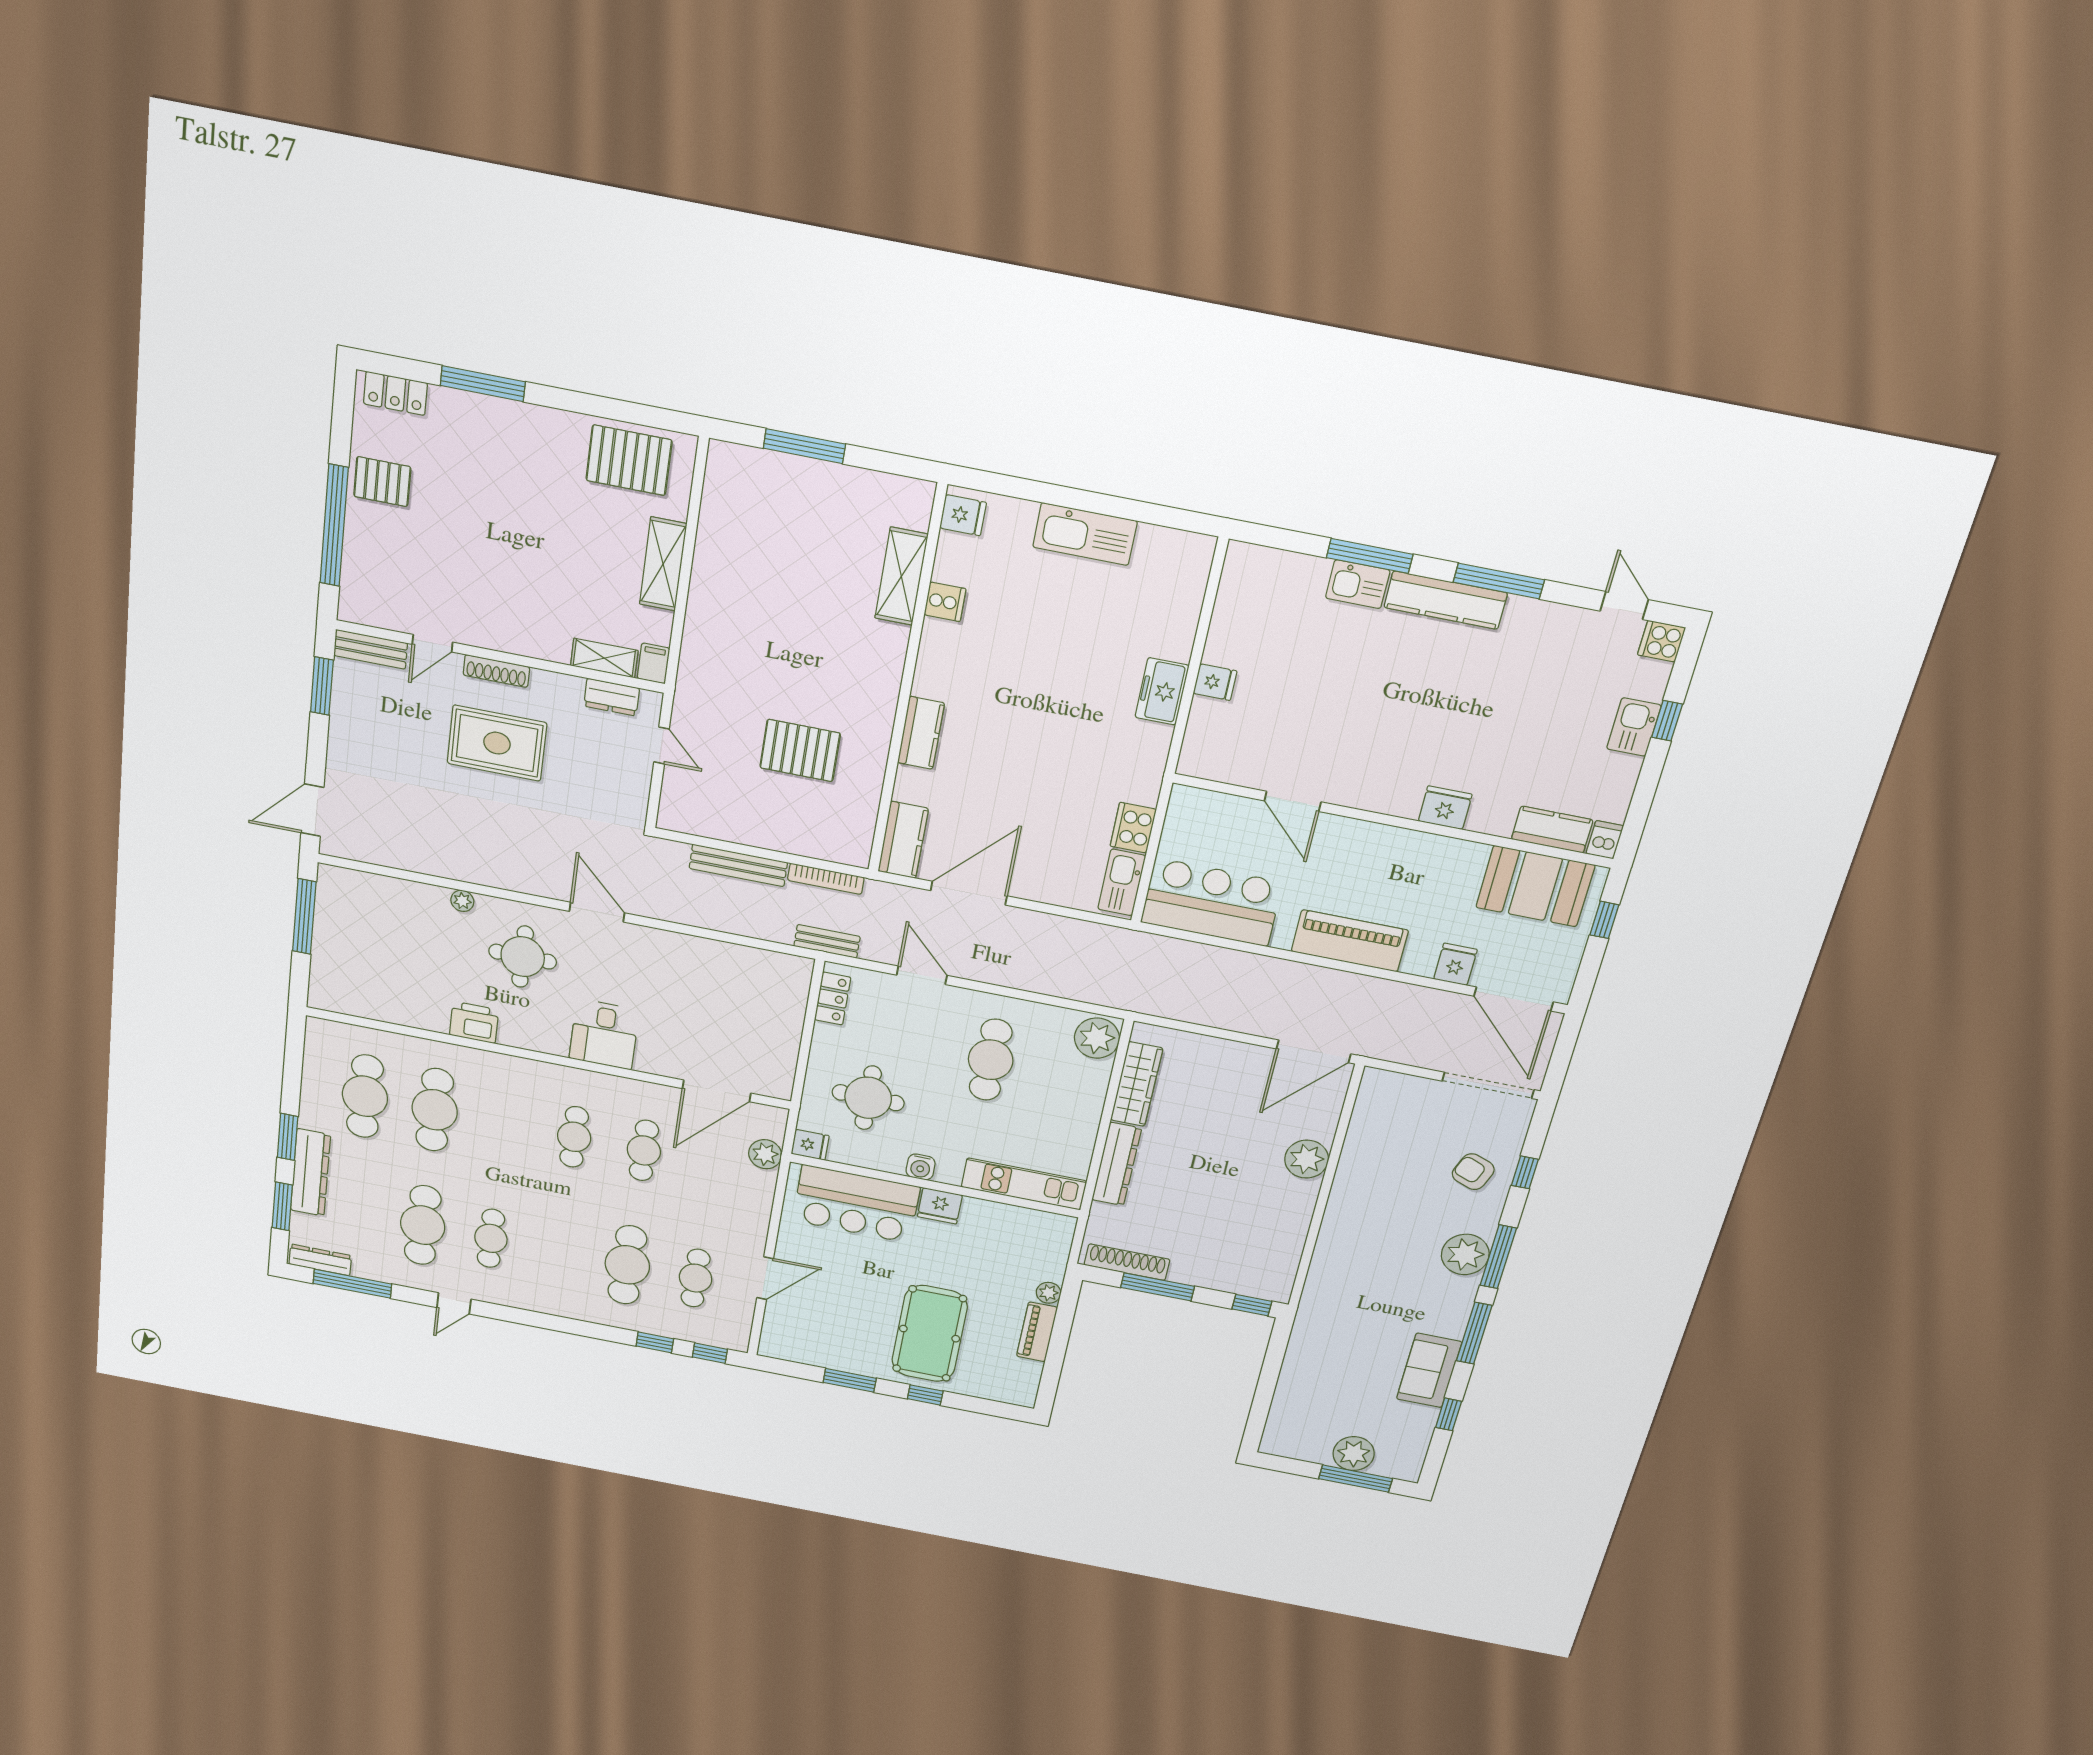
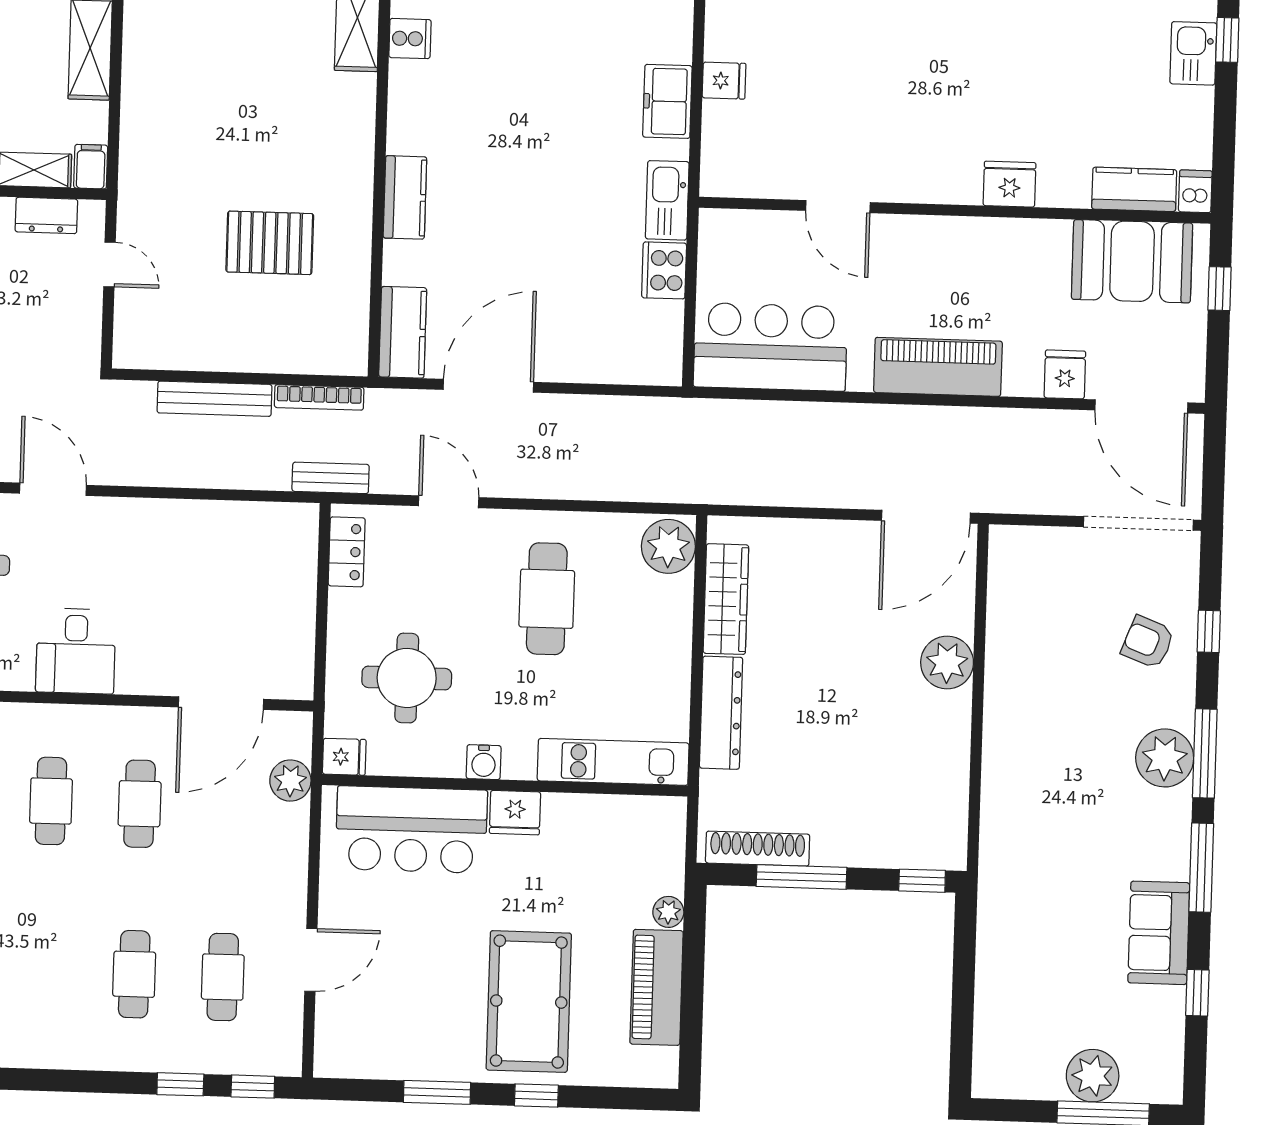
kitchen sink: (1122, 882) -> (667, 200), moved
cafe table: (627, 1265) -> (134, 974), width x0.73, depth x0.74
piano: (1037, 1332) -> (657, 987), width x1.37, depth x1.33

